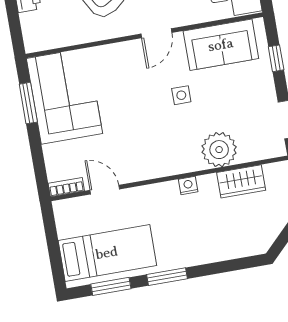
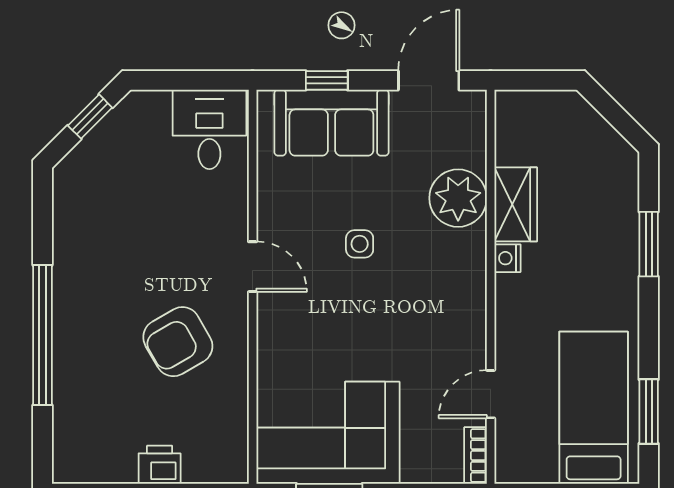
sofa: (221, 45) -> (331, 123), moved, turned 90
wardrobe: (241, 181) -> (516, 204), moved
window: (167, 277) -> (649, 244), moved

